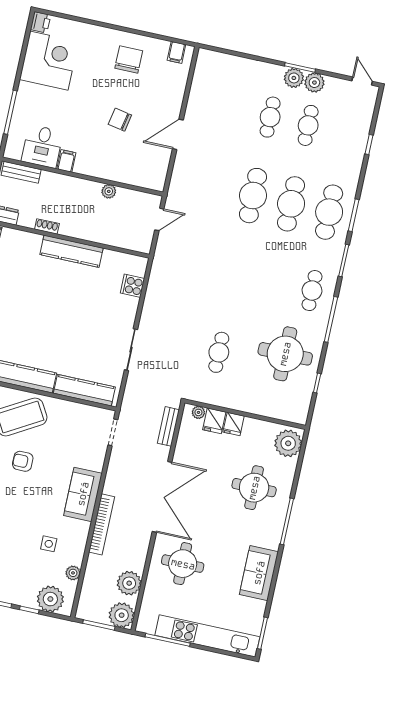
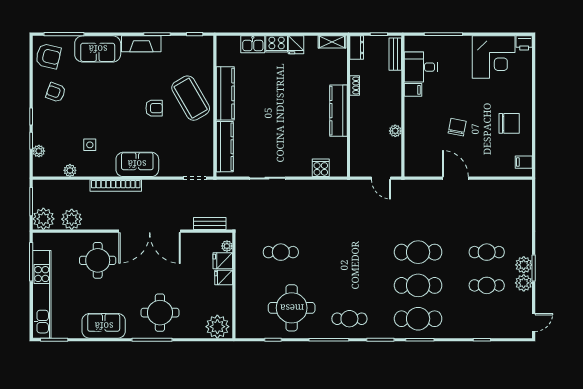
armchair: (23, 461) -> (154, 108), turned 90
round table: (254, 488) -> (160, 313), moved
plant: (50, 599) -> (39, 151), width x0.53, depth x0.53

